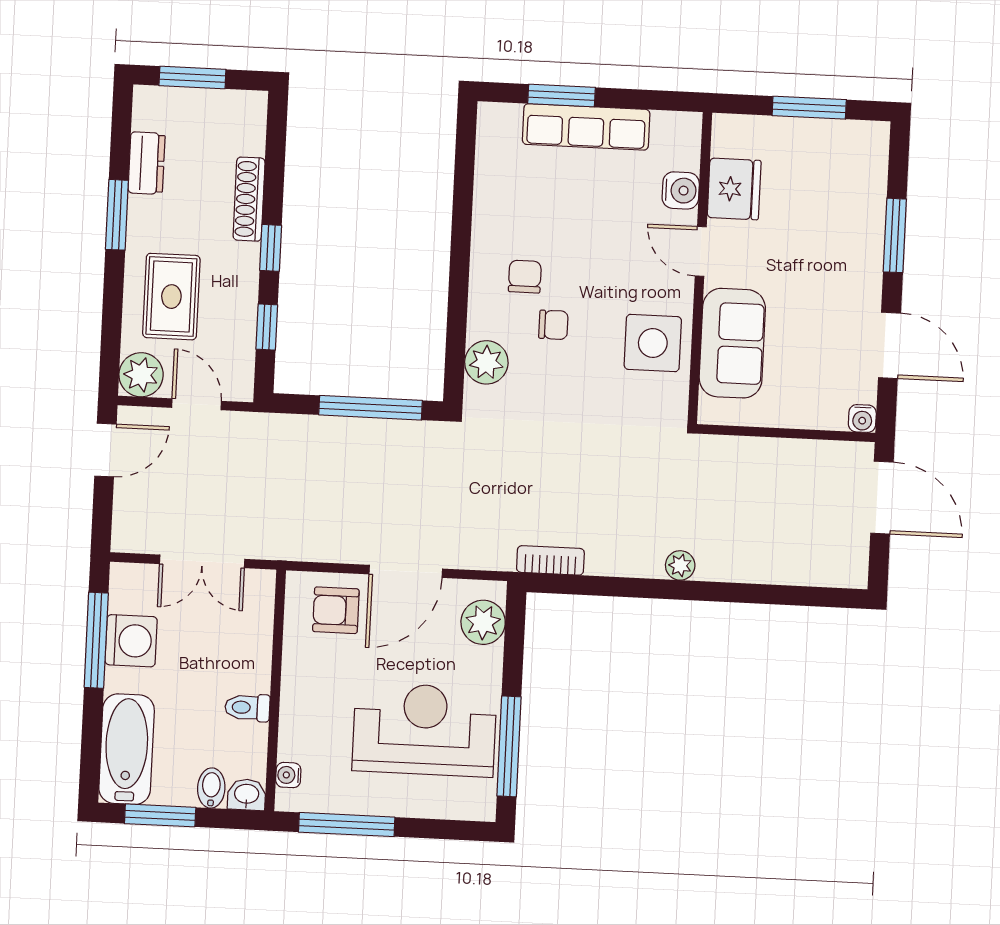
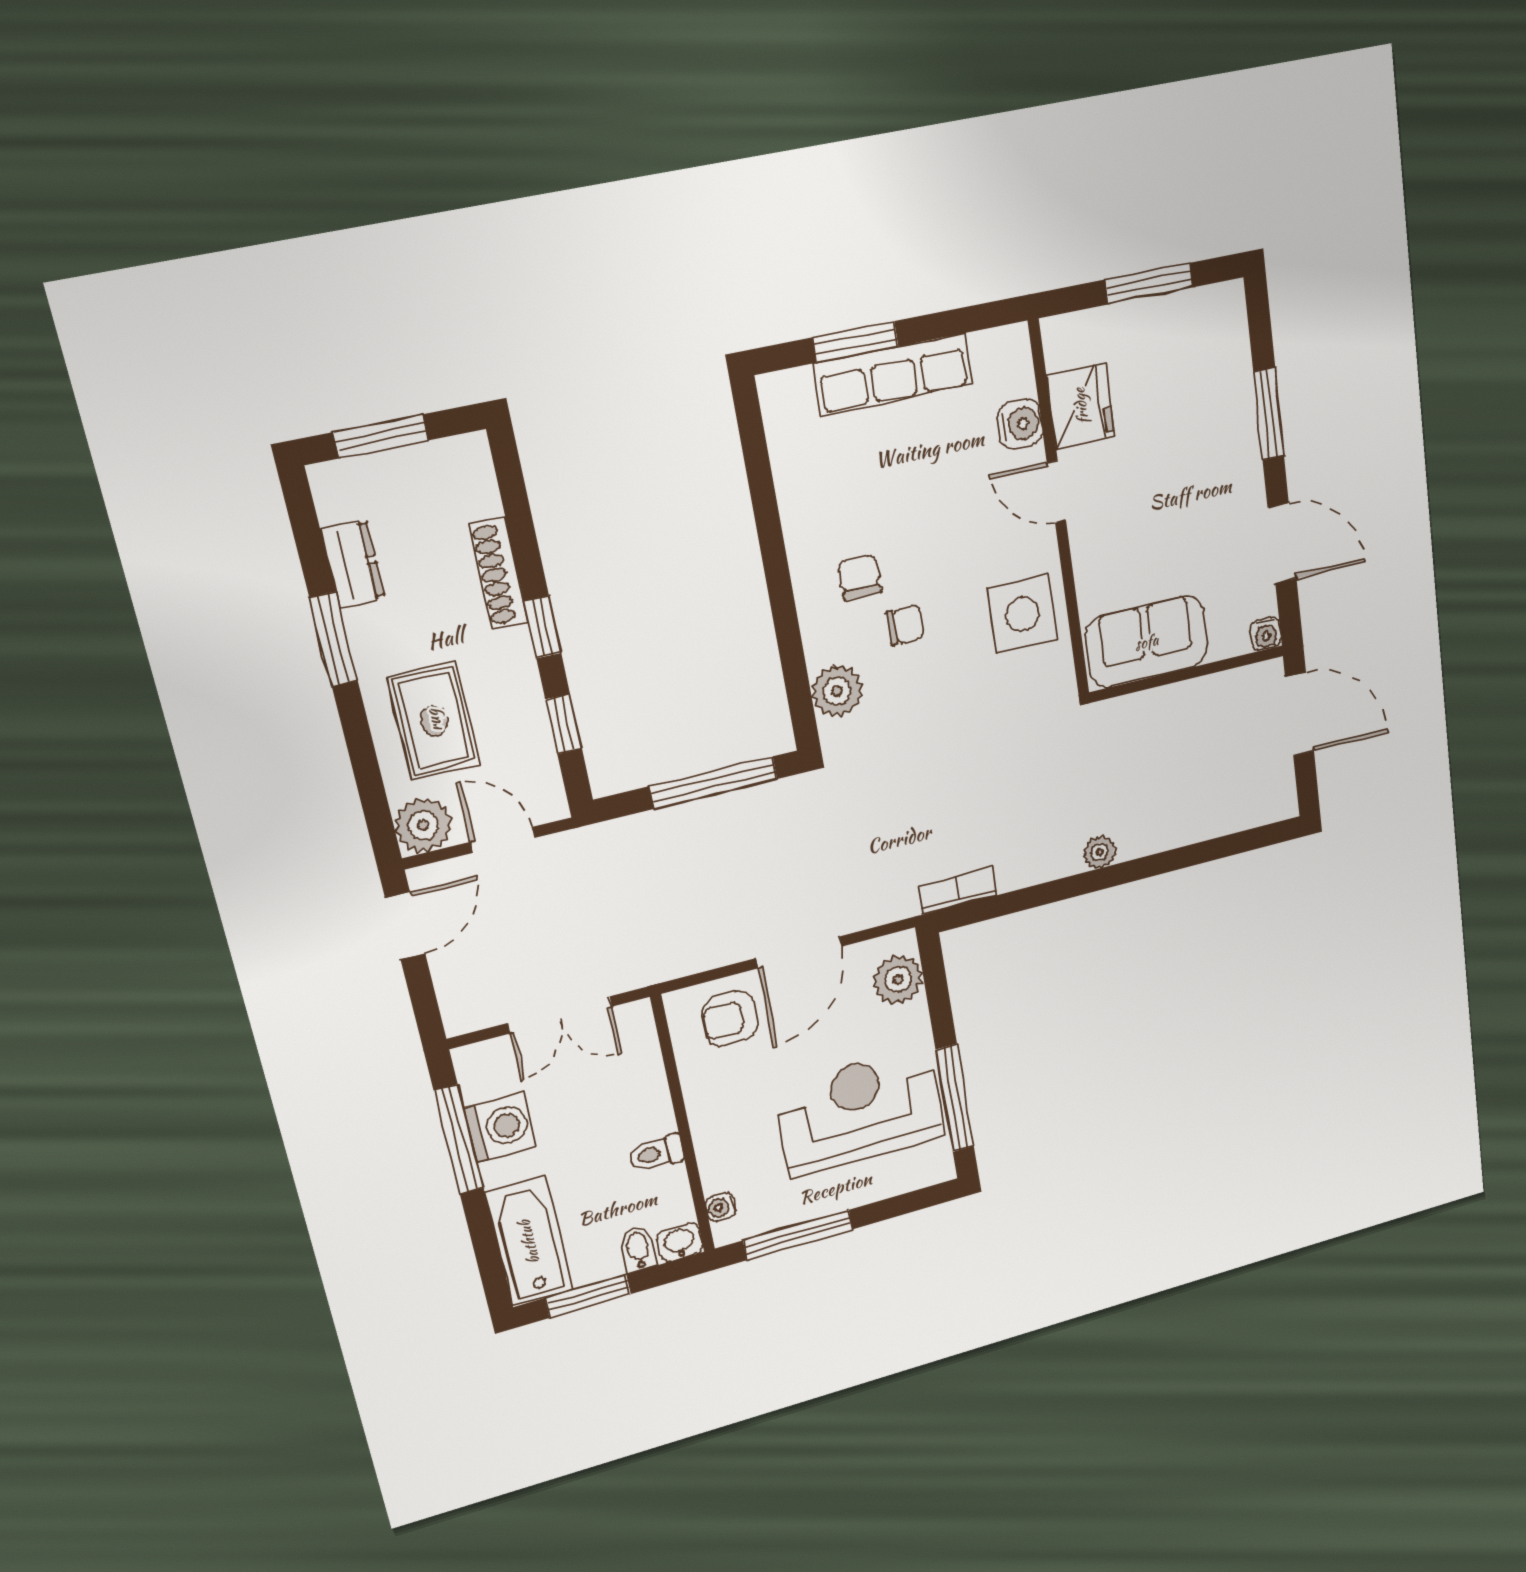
sofa: (732, 343) -> (1147, 642), moved, turned -90

